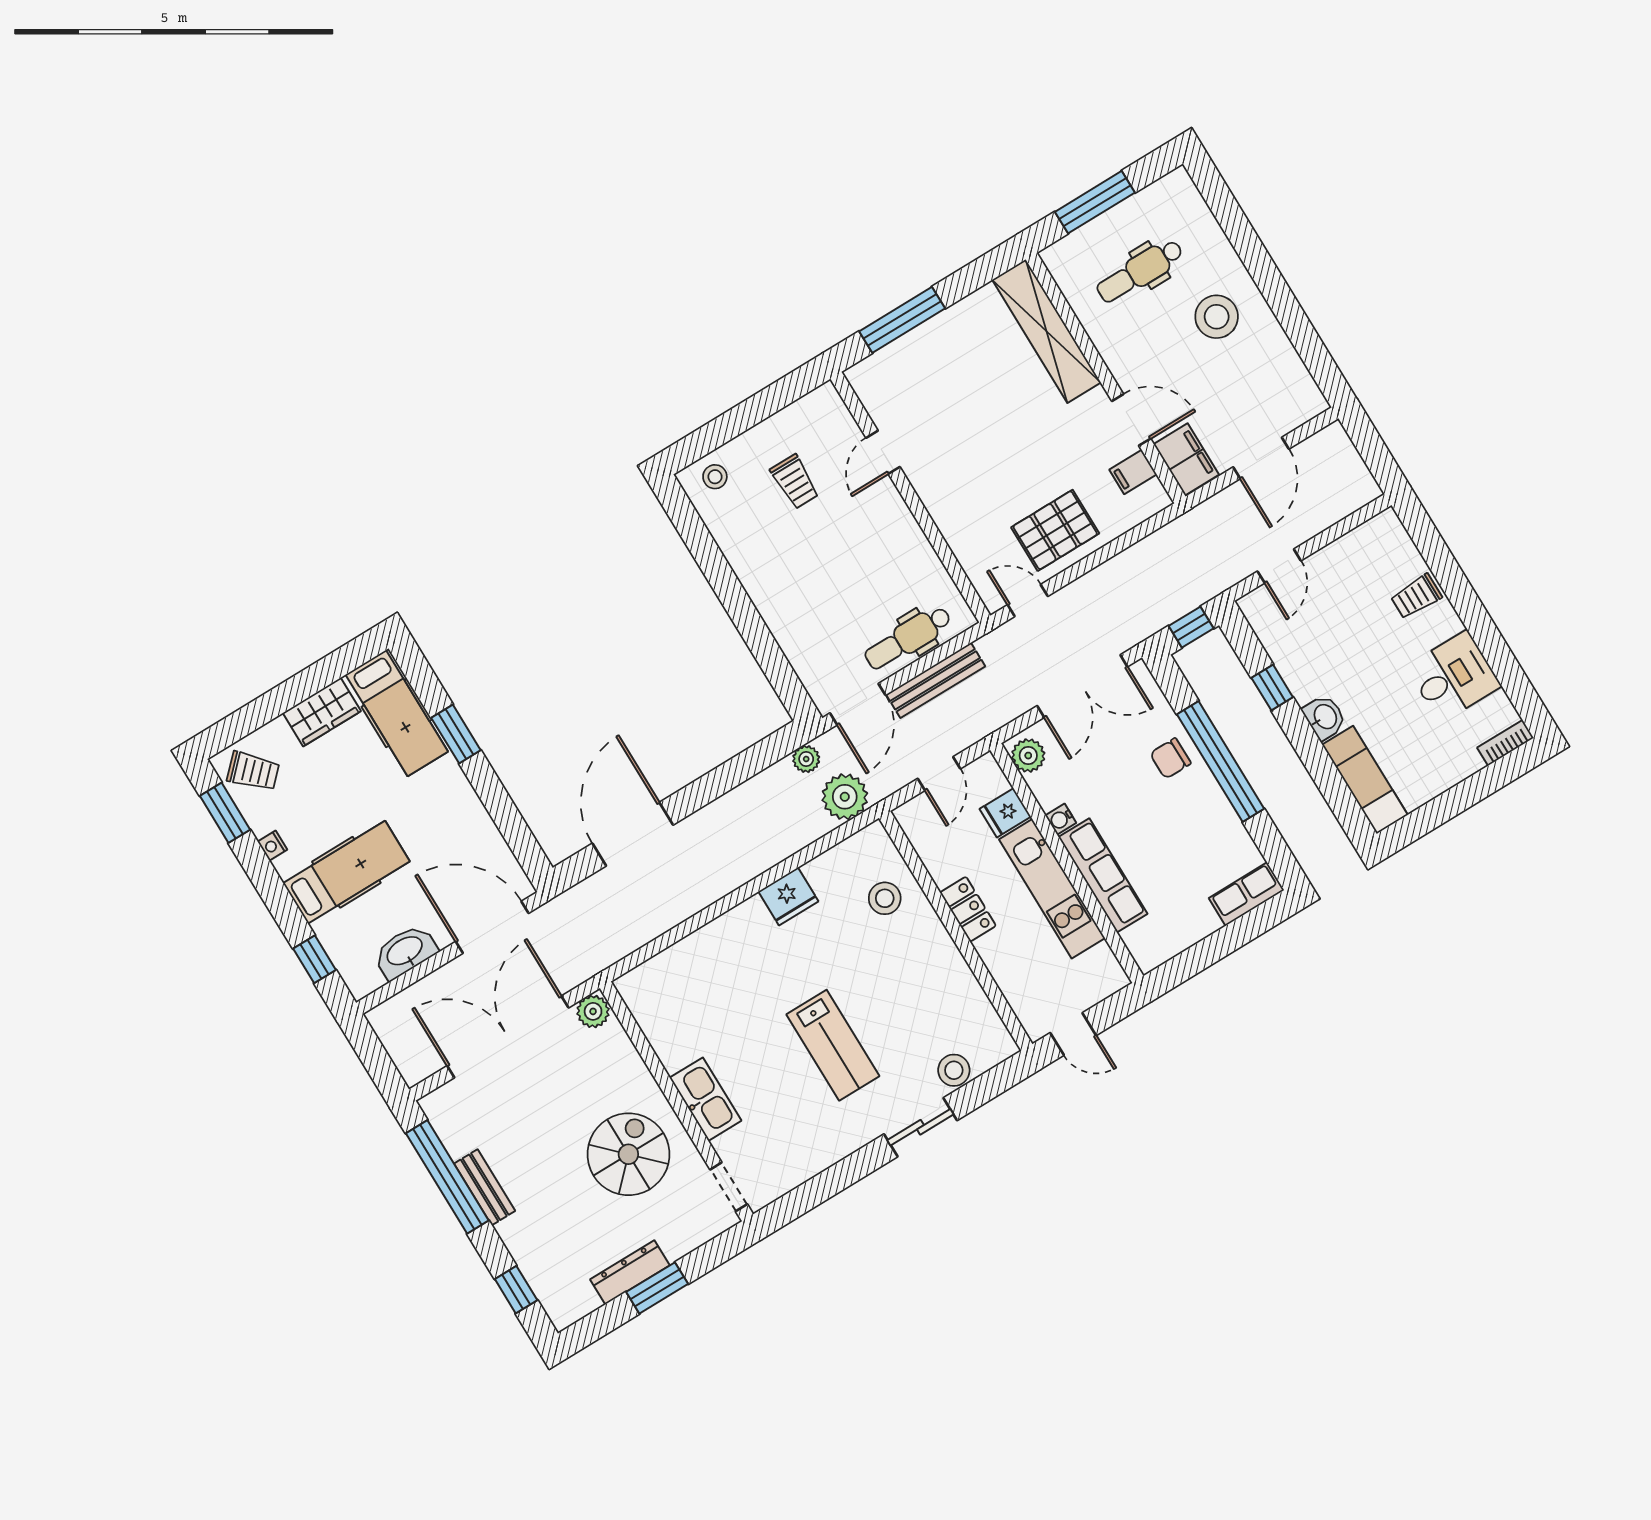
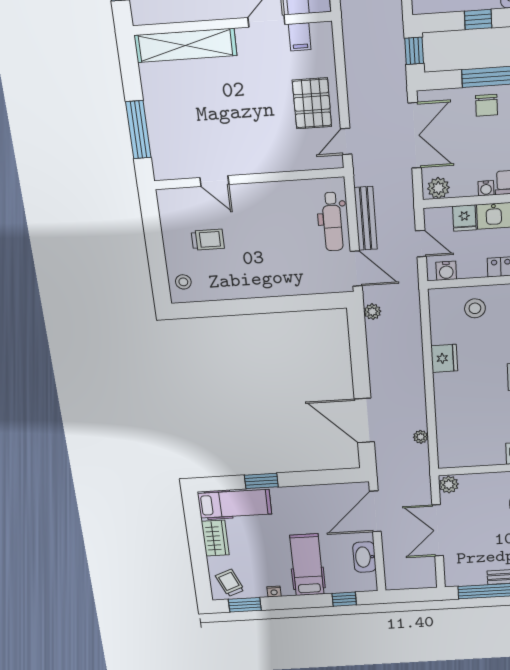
trolley: (253, 771) -> (230, 583), turned -67
plant: (845, 797) -> (421, 437), moved, width x0.53, depth x0.53
water cooler: (918, 829) -> (446, 271), added
double door: (508, 1037) -> (438, 530), width x0.73

